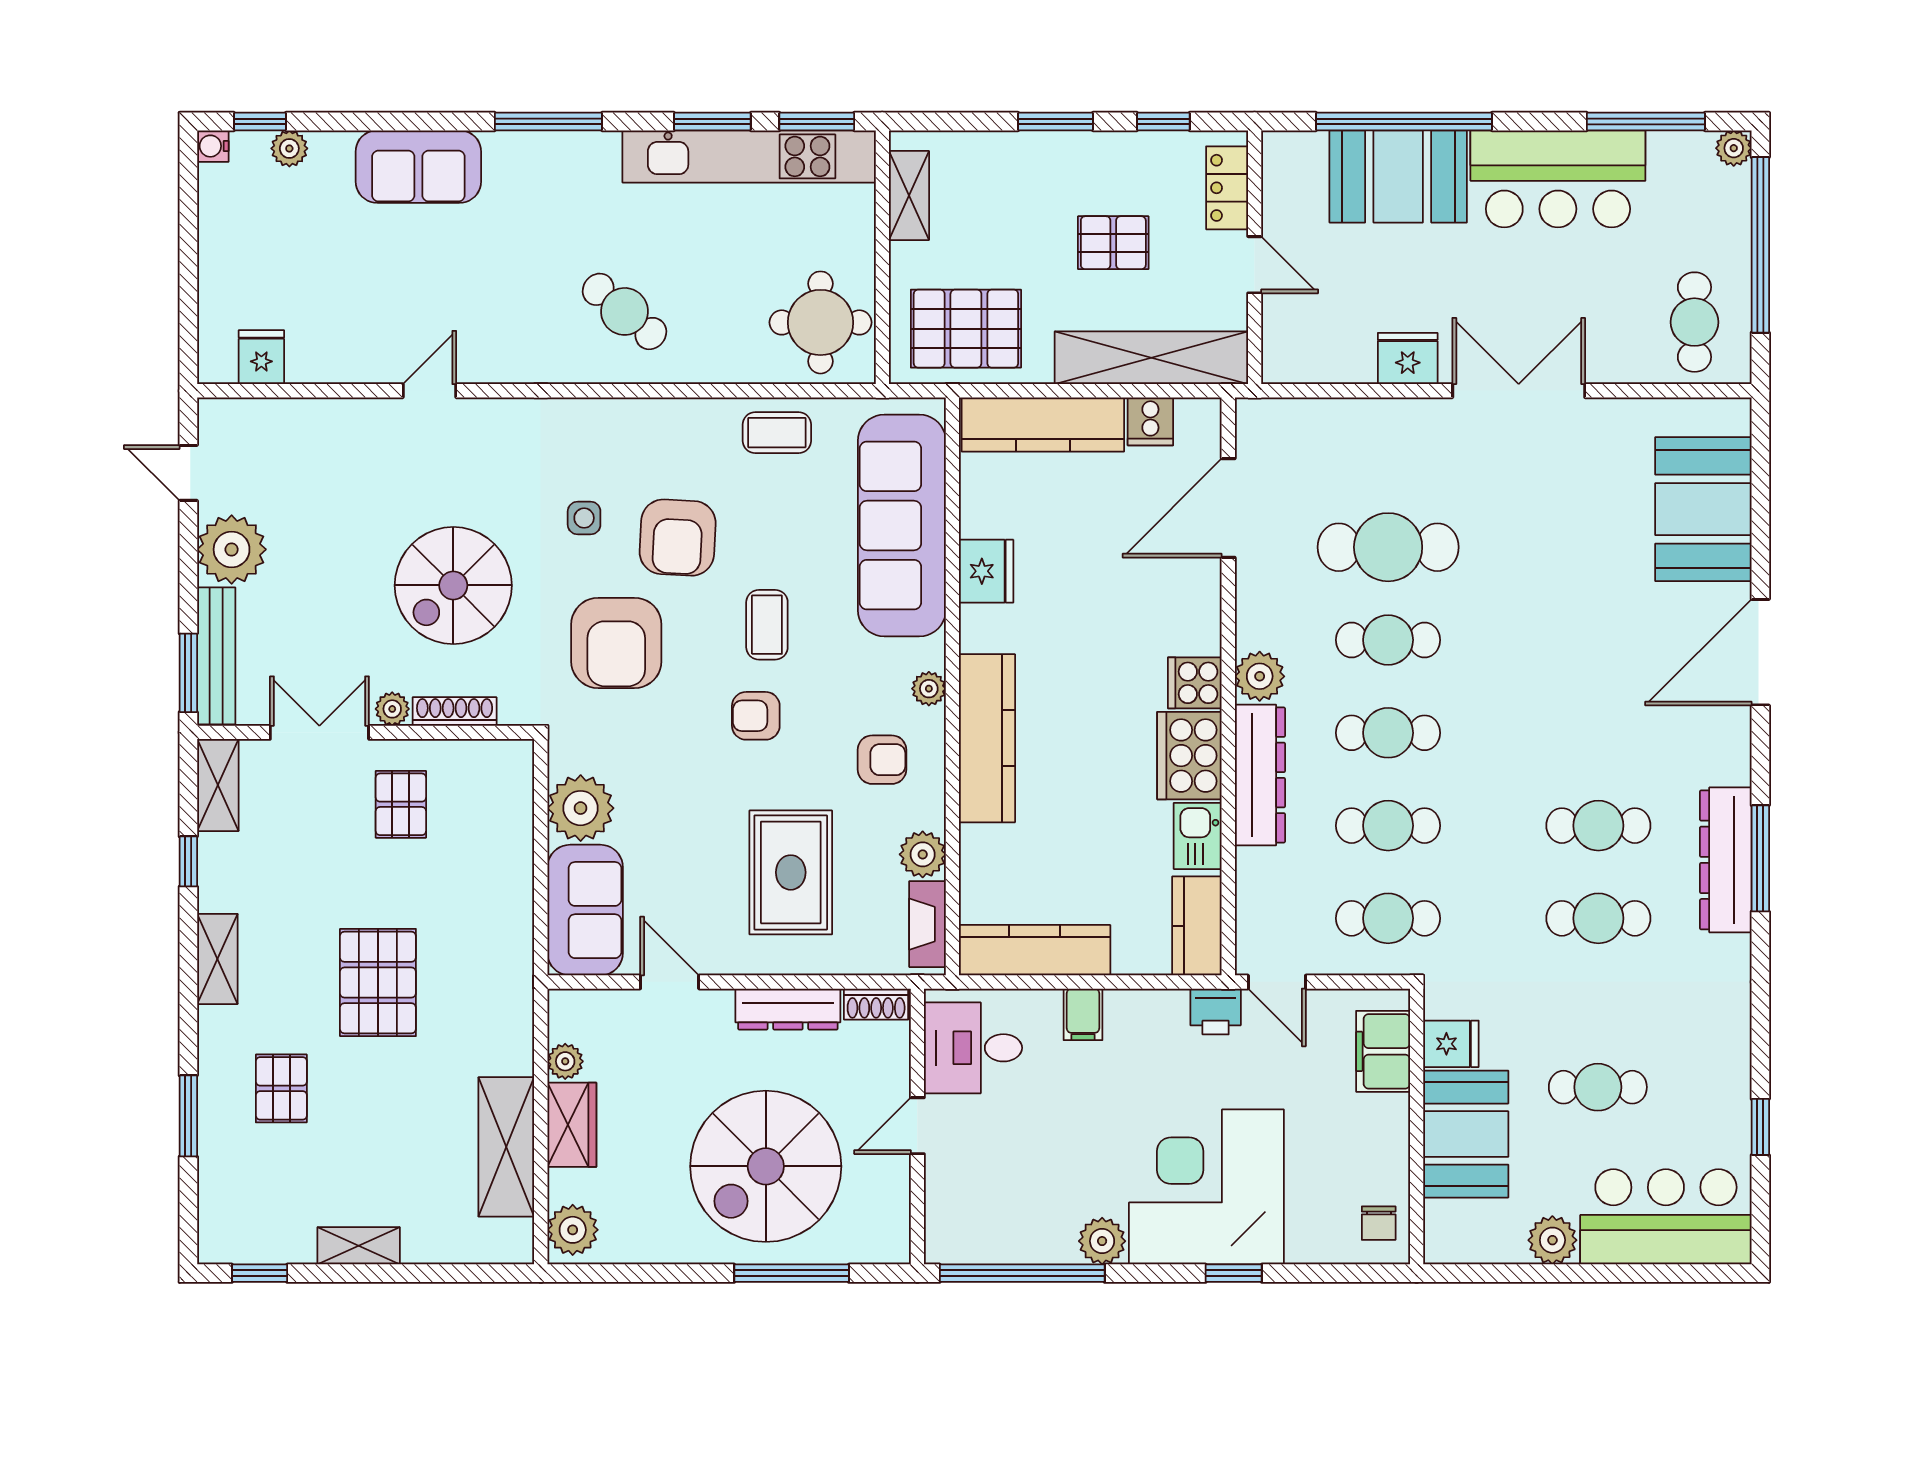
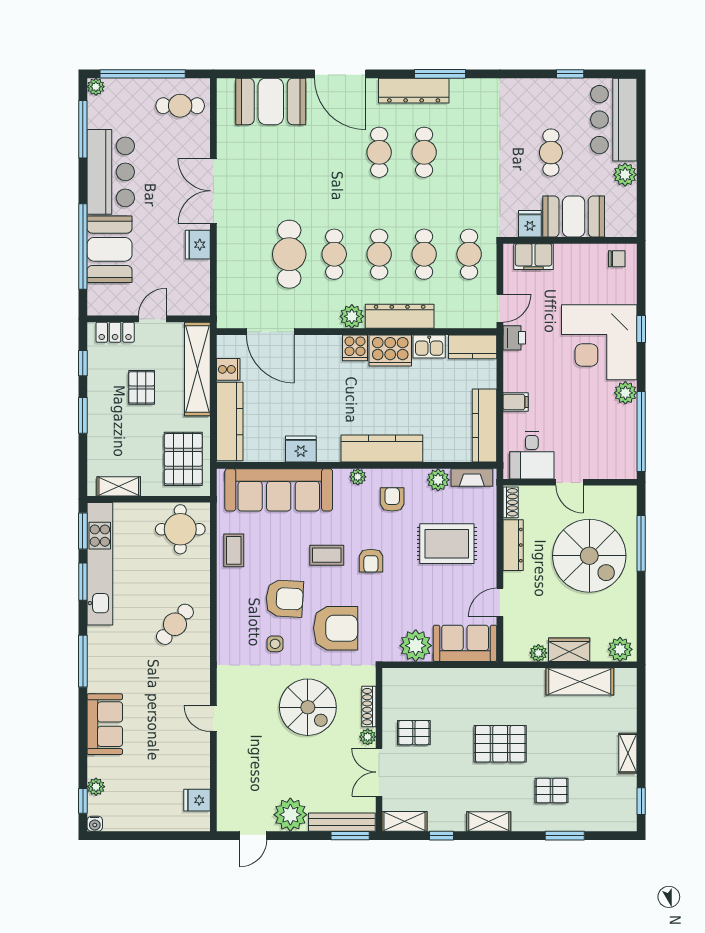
dresser: (1726, 860) -> (414, 91), moved
cafe table: (1598, 918) -> (379, 152), moved

